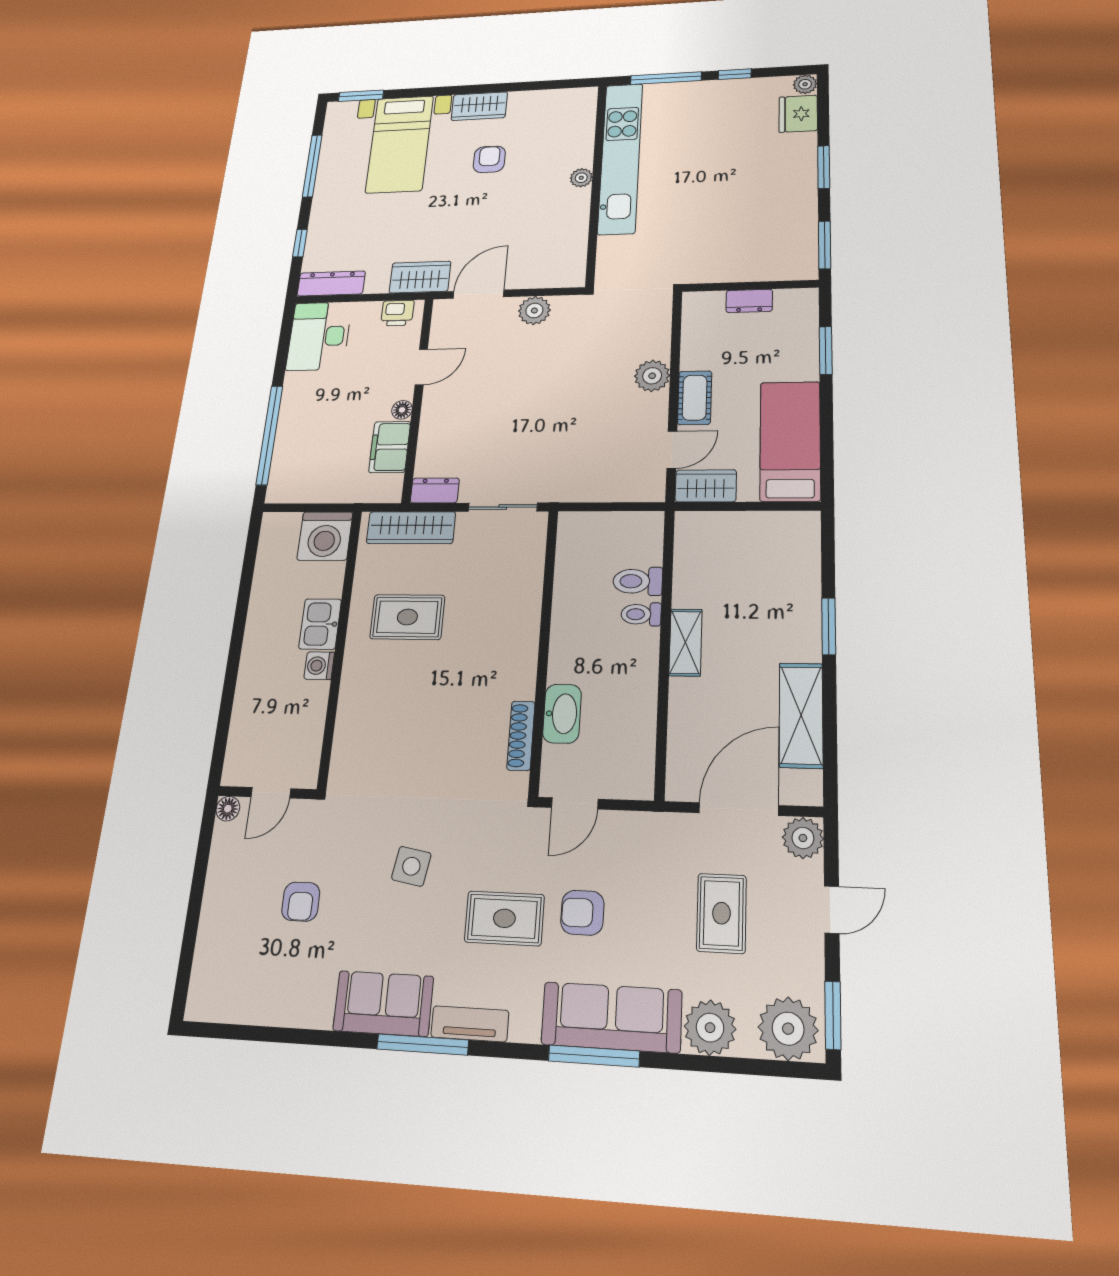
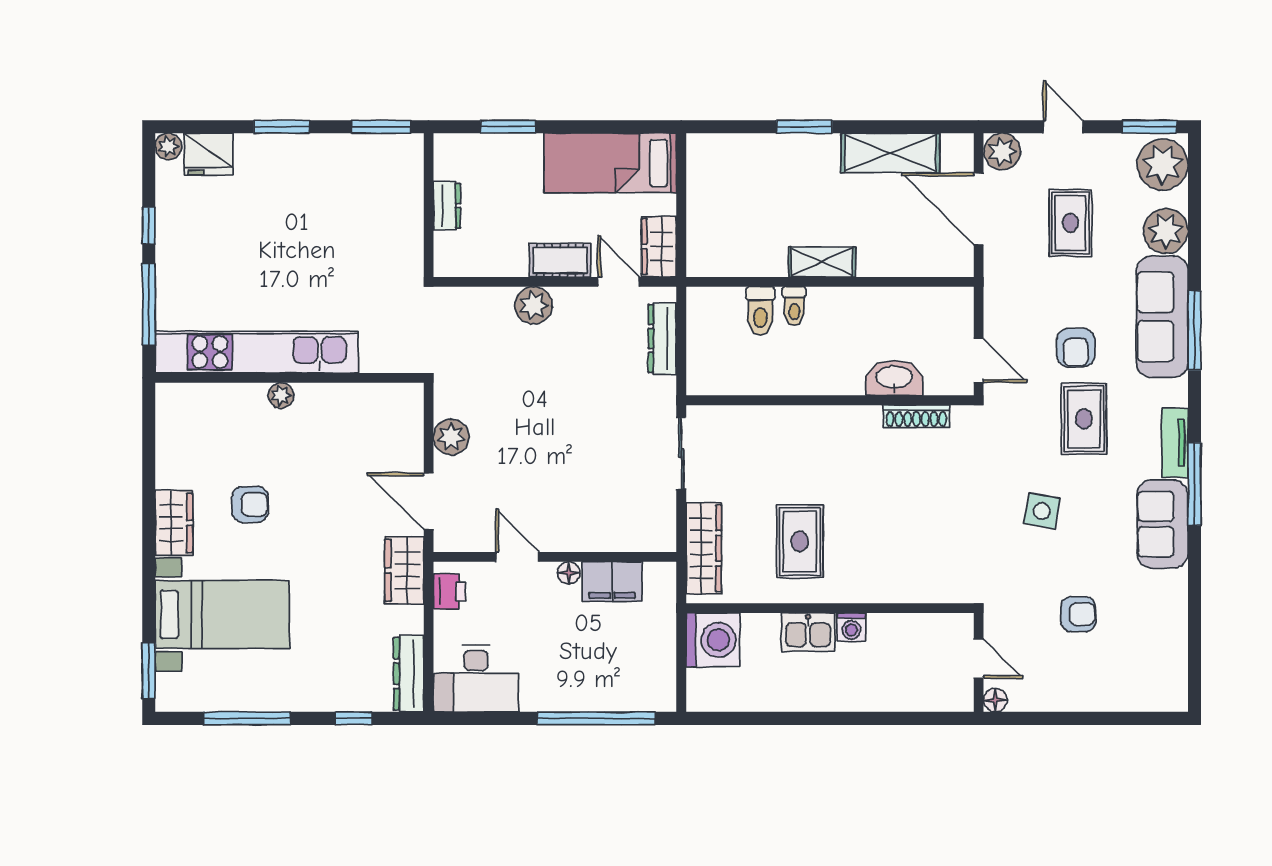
armchair: (489, 159) -> (250, 504), turned 180
dresser: (435, 490) -> (662, 338), moved, width x1.44
rug: (721, 913) -> (1070, 223), turned 90

